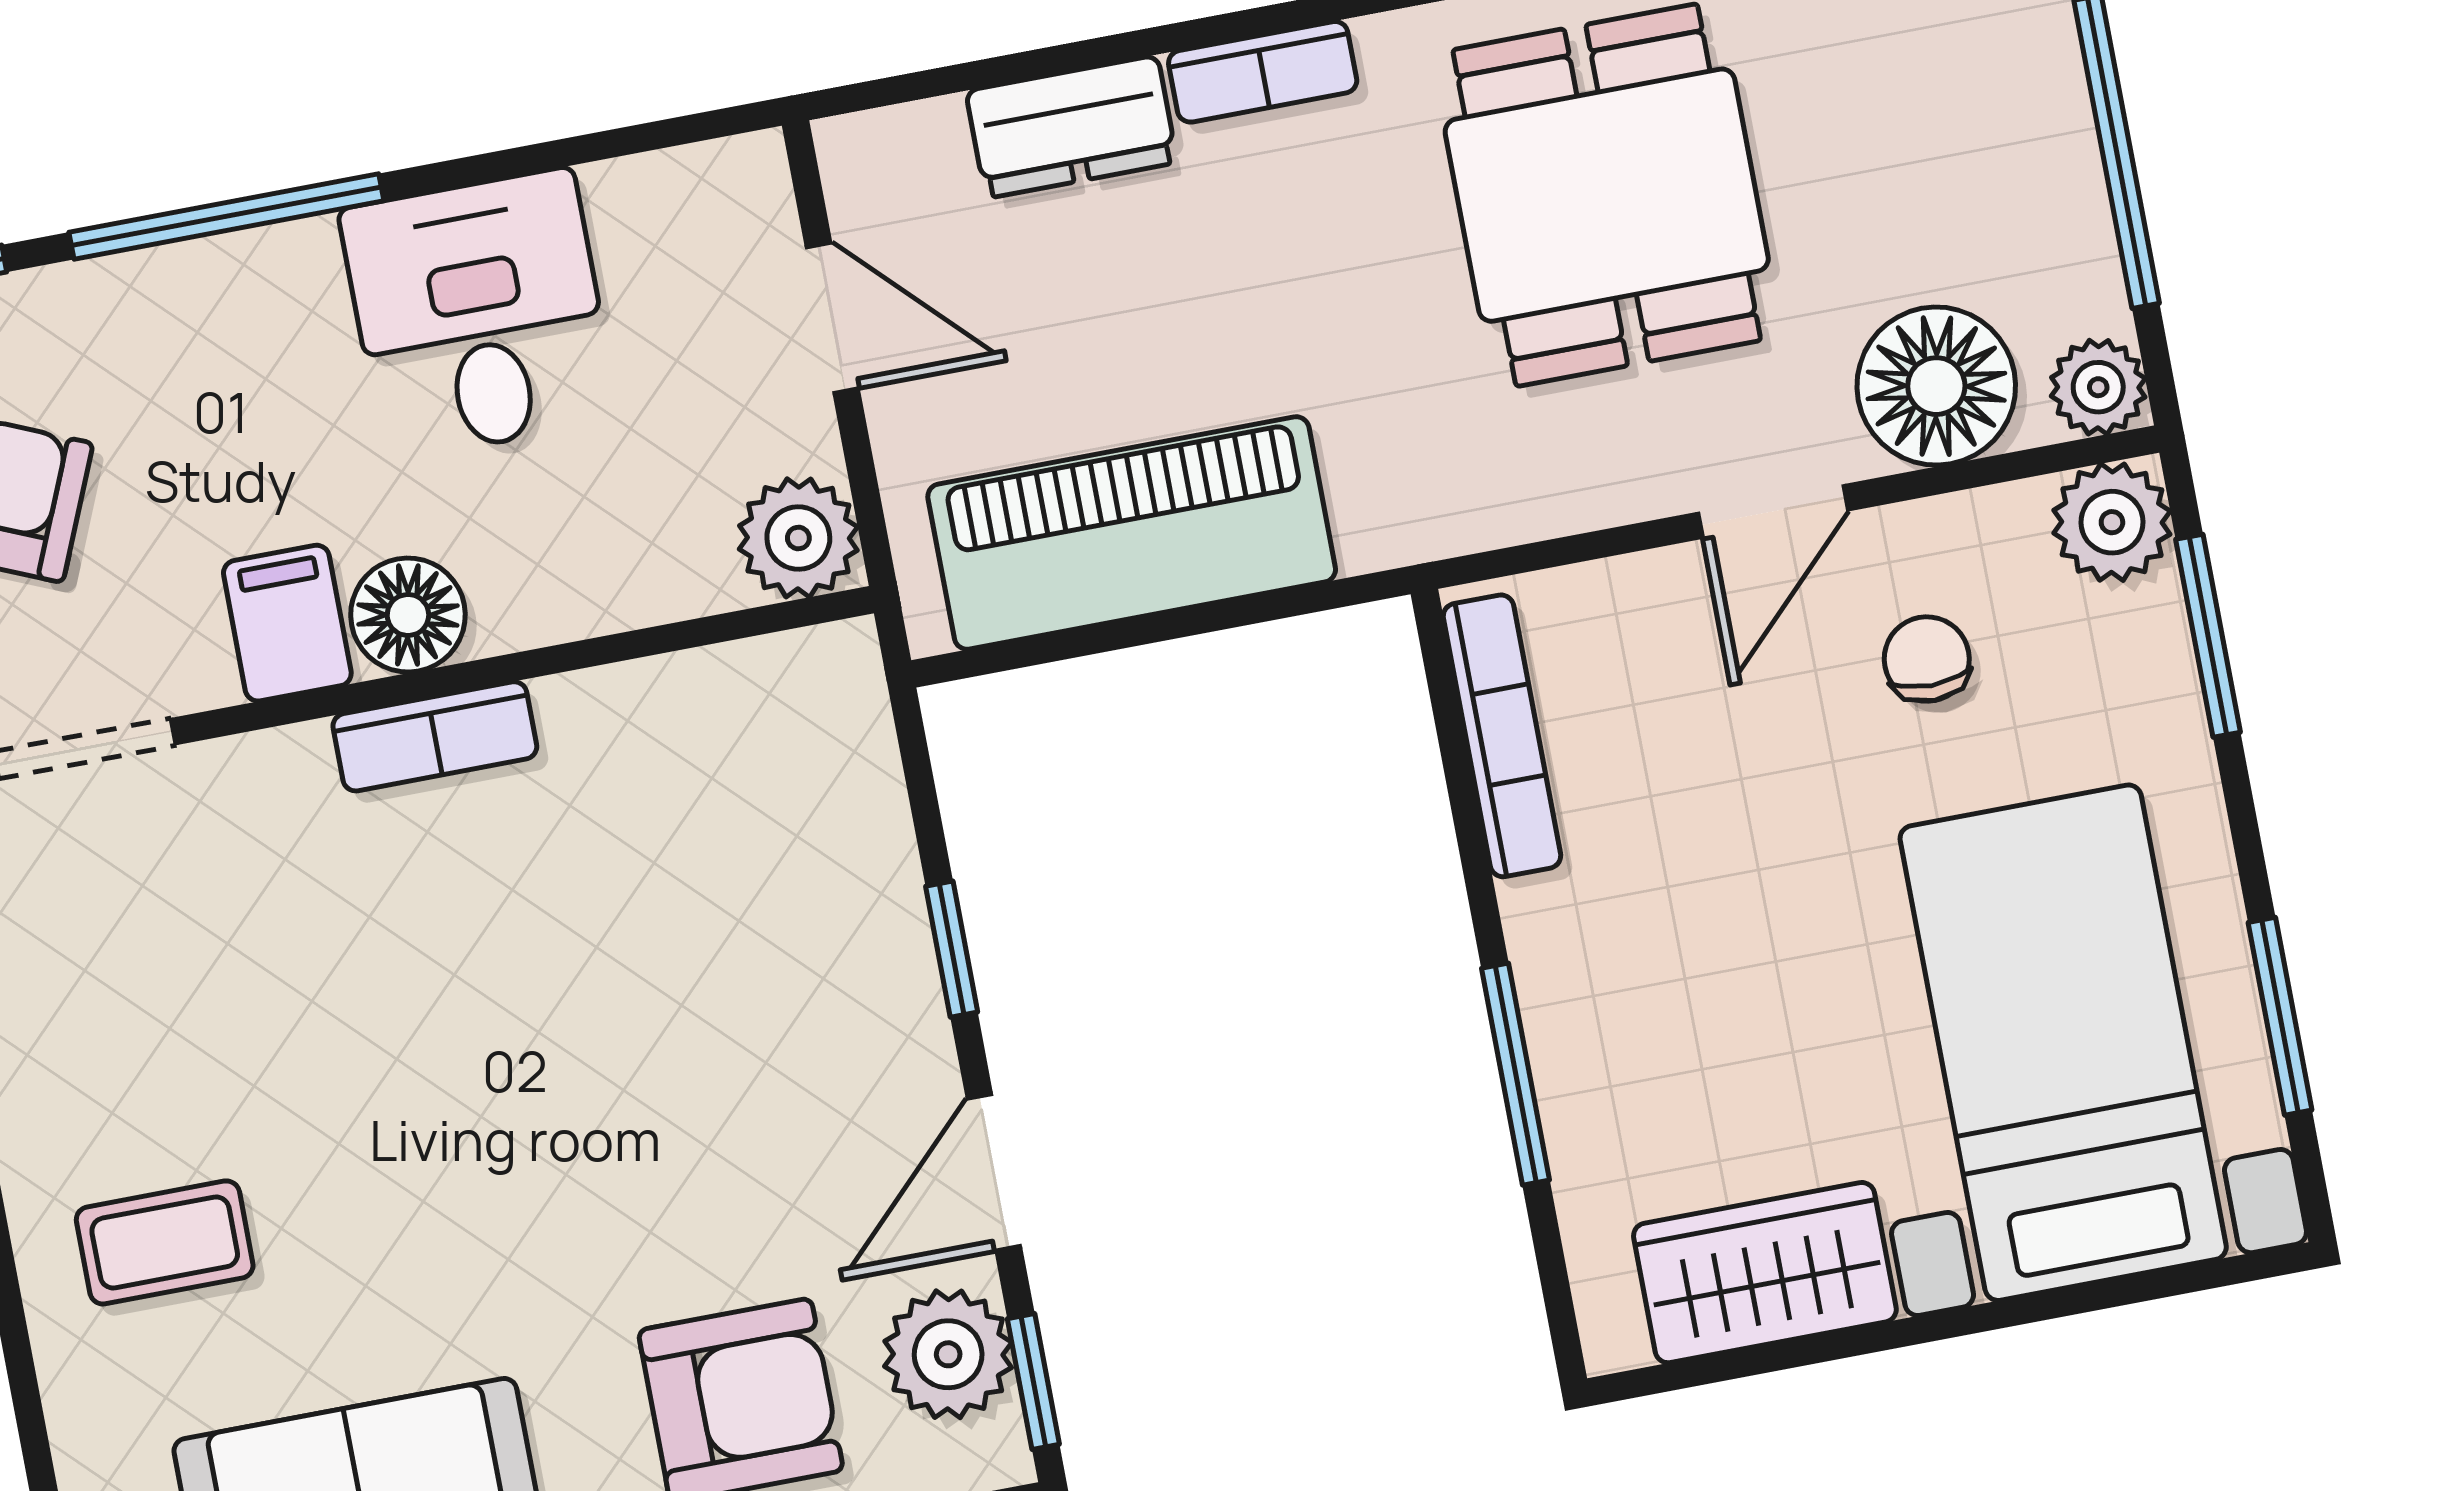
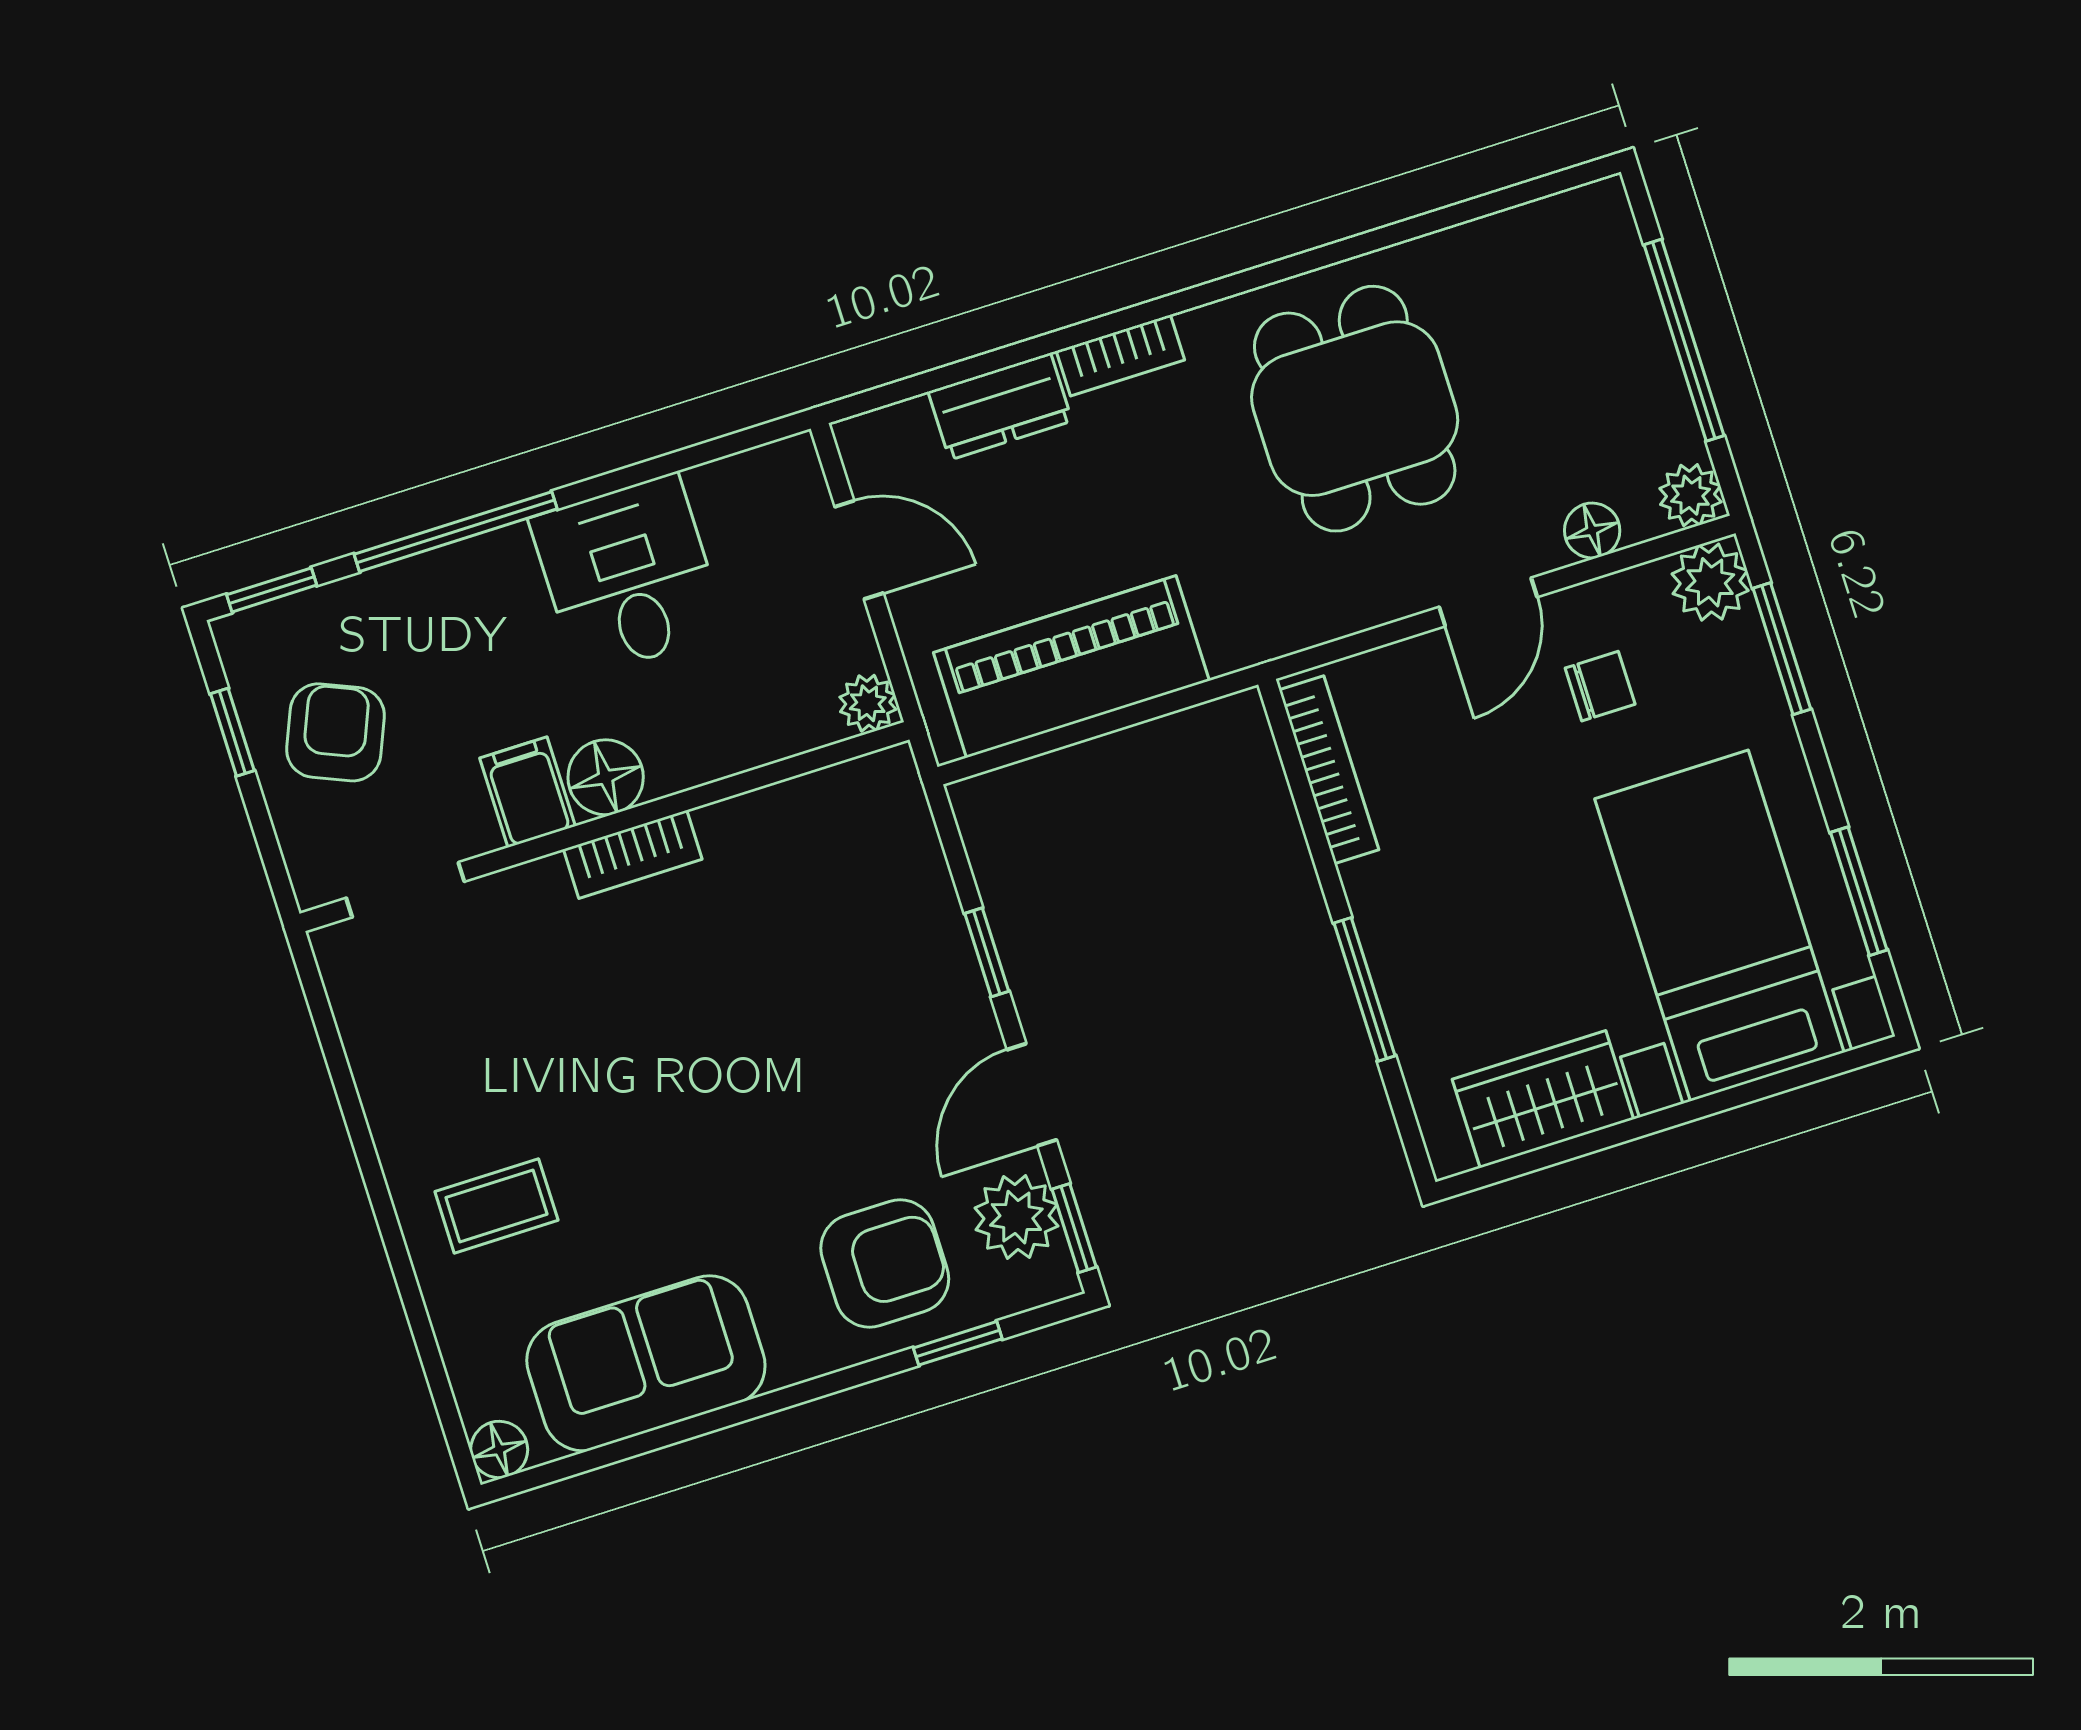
floor lamp: (1936, 386) -> (1592, 531), width x0.53, depth x0.53
plant: (798, 538) -> (868, 703), width x0.73, depth x0.73
chair: (1927, 659) -> (1600, 686), turned 90

